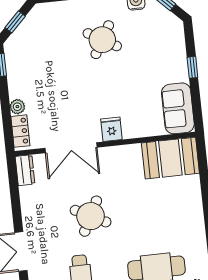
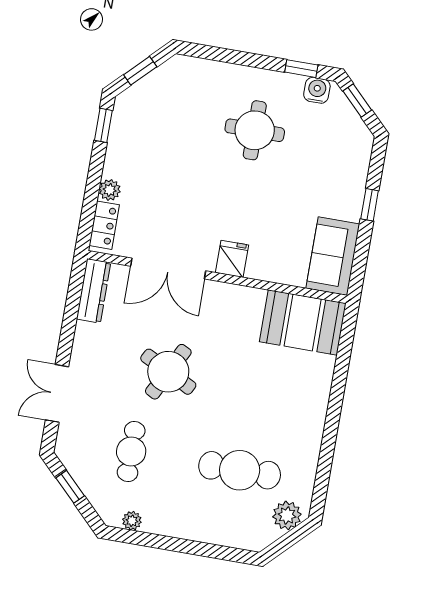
round table: (102, 40) -> (255, 130), turned -30
dresser: (25, 170) -> (94, 291), width x1.44

